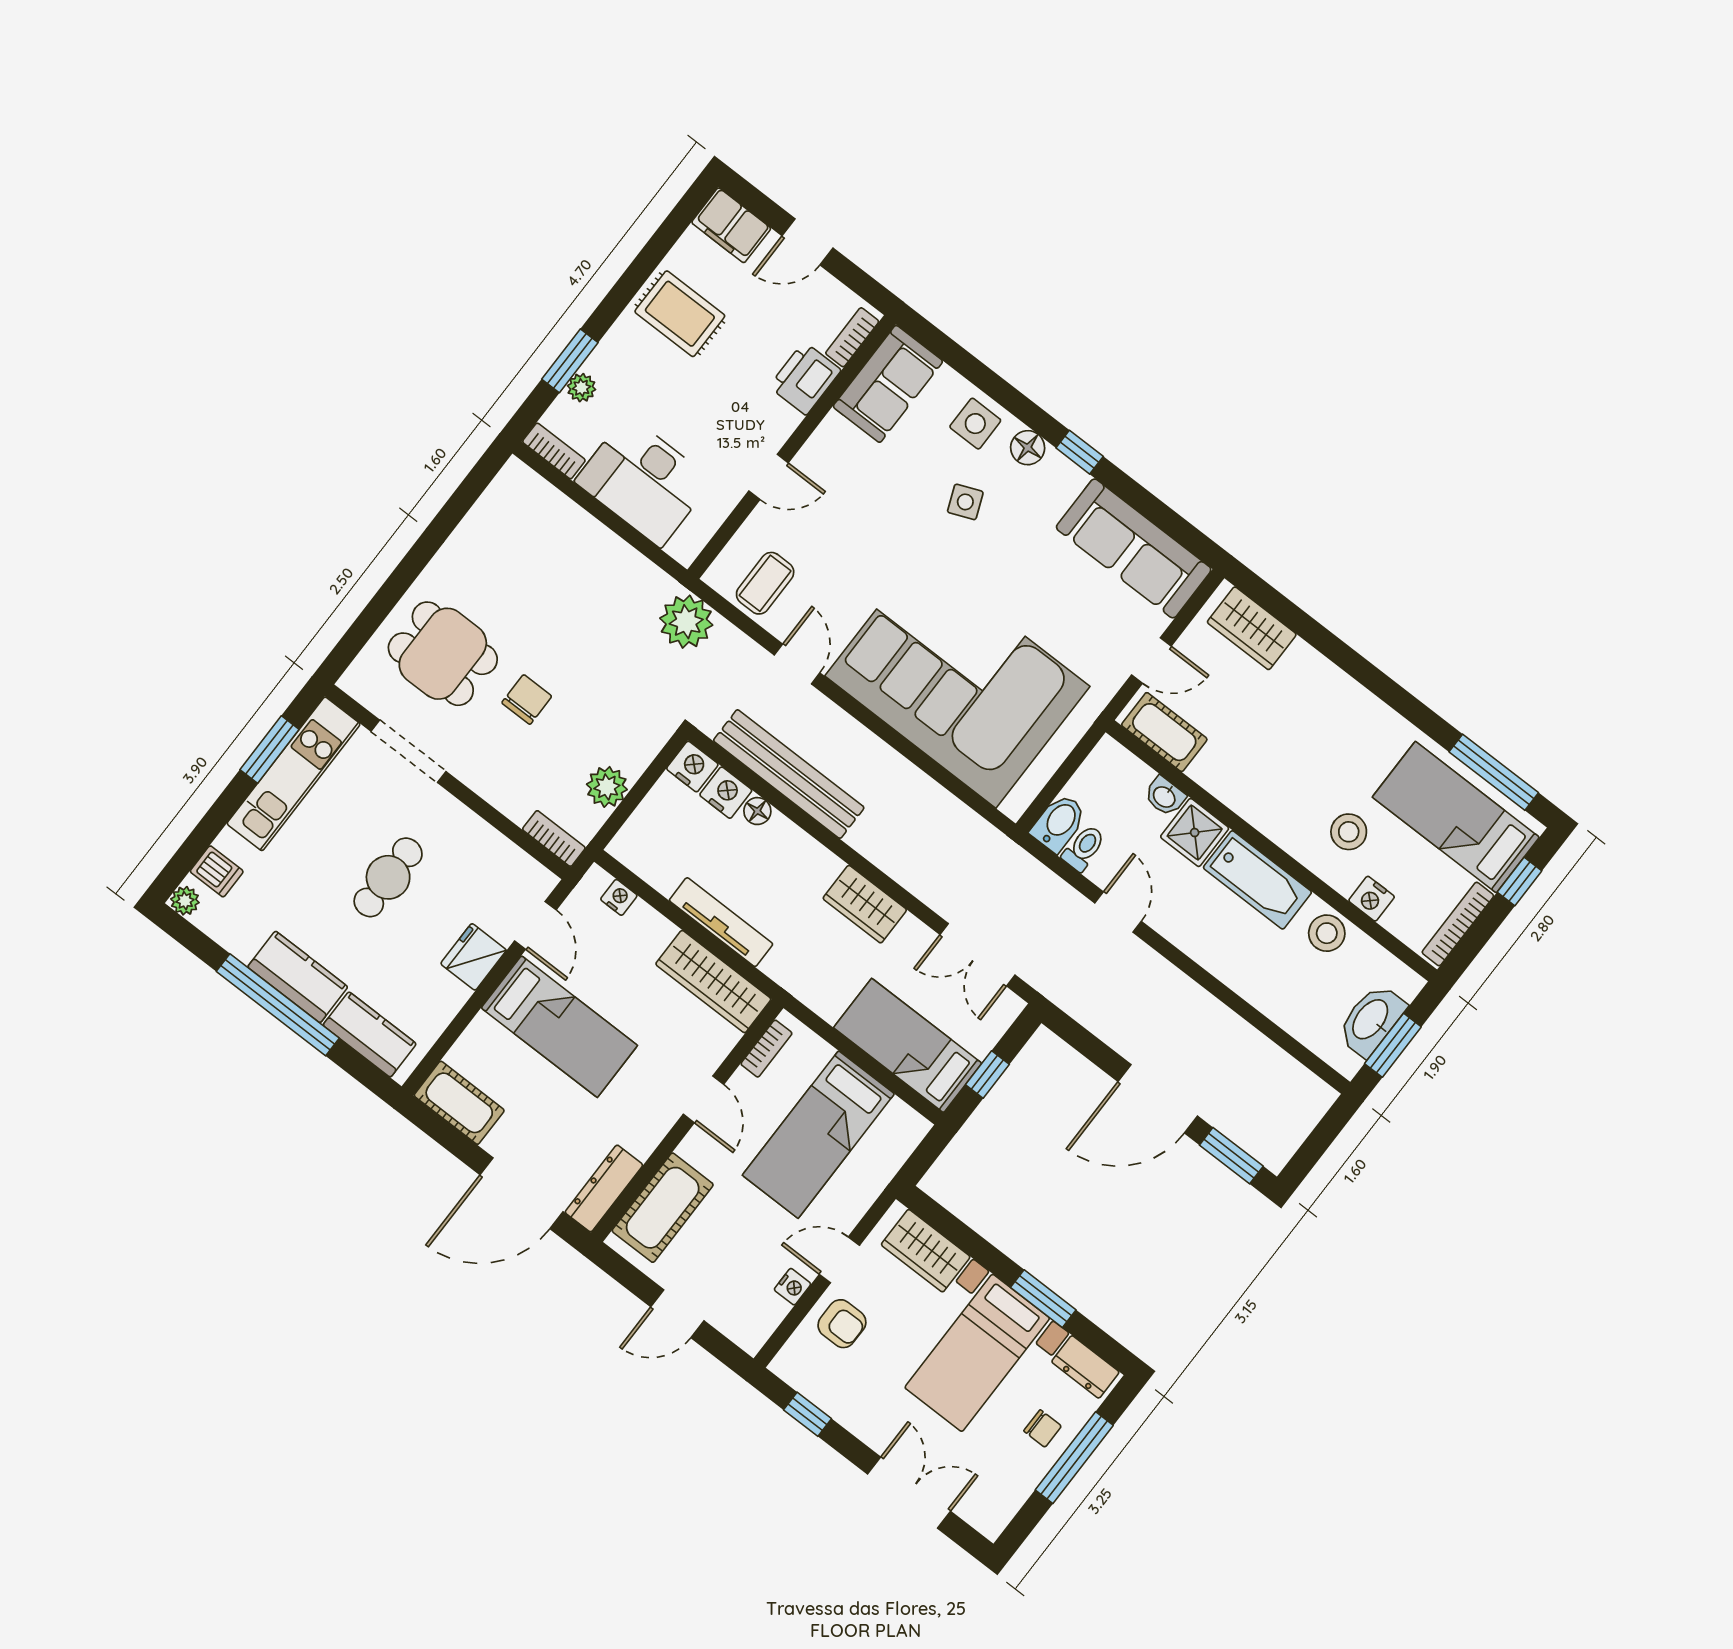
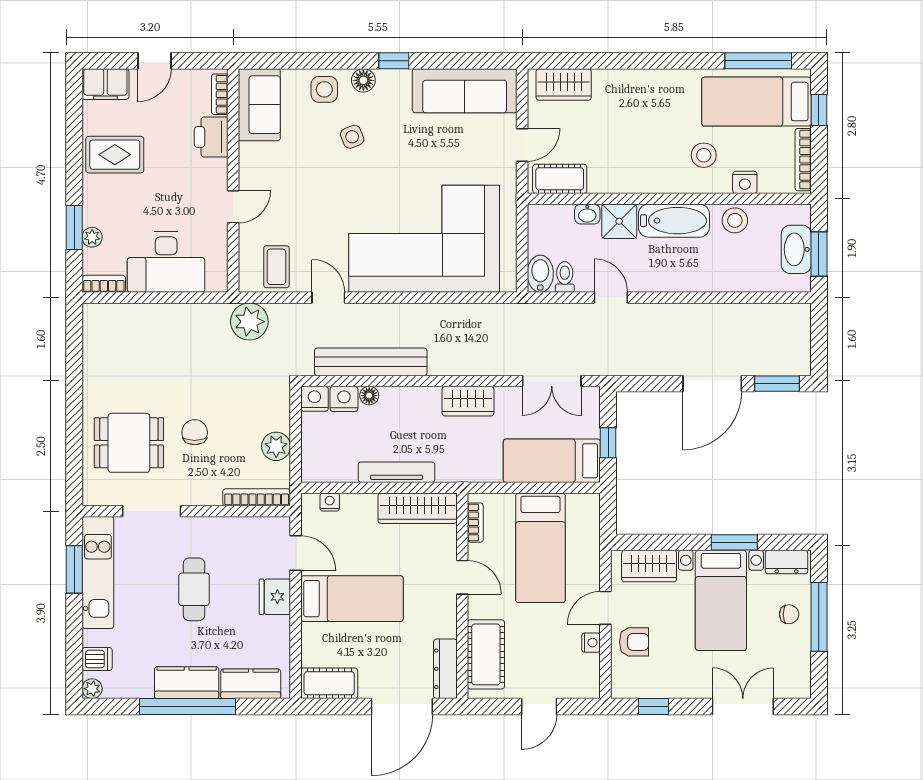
bookcase: (554, 838) -> (257, 497), width x1.56

